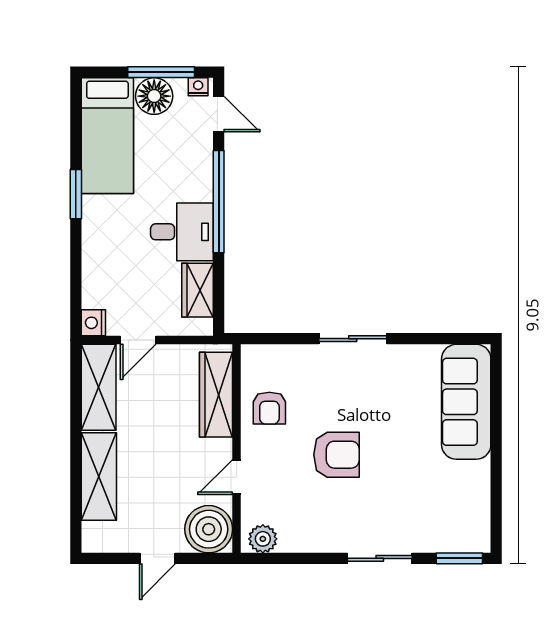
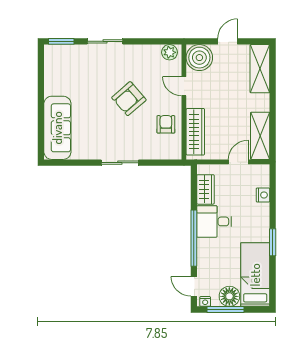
nightstand: (93, 323) -> (263, 195), moved
armchair: (336, 455) -> (129, 99), turned -41
shelving: (99, 477) -> (260, 69), moved
door: (237, 477) -> (184, 86), swing flipped

